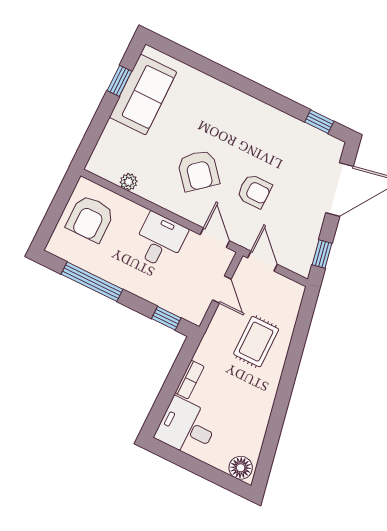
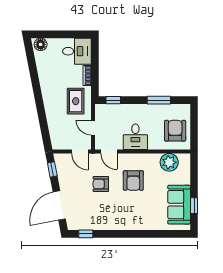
armchair: (198, 171) -> (133, 181), turned -140
plant: (129, 182) -> (169, 162), width x1.87, depth x1.87
window: (92, 282) -> (159, 100), width x0.69
rug: (256, 342) -> (76, 101), moved

